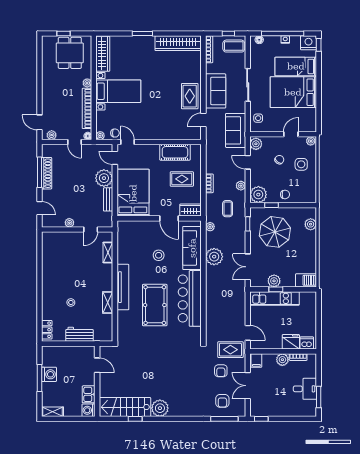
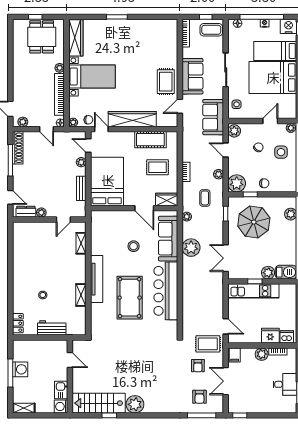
wardrobe: (178, 43) -> (132, 119), moved, turned 180
shoe rack: (47, 173) -> (18, 148), moved
plant: (104, 178) -> (81, 162), width x0.53, depth x0.53
dresser: (55, 222) -> (26, 212), added
plant: (274, 281) -> (268, 273), moved

